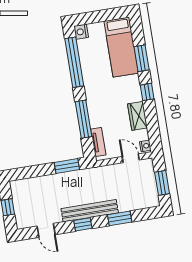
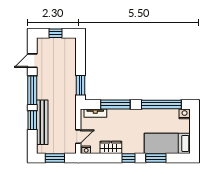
bench: (90, 211) -> (42, 122), moved
window: (83, 224) -> (32, 90), width x2.17

